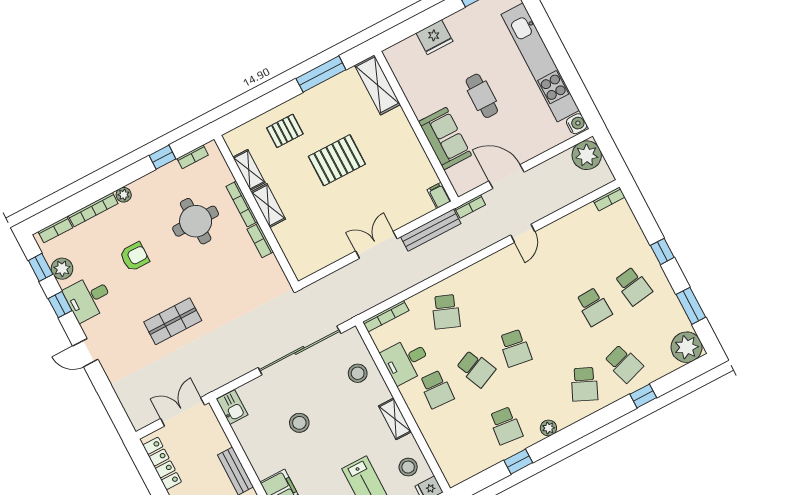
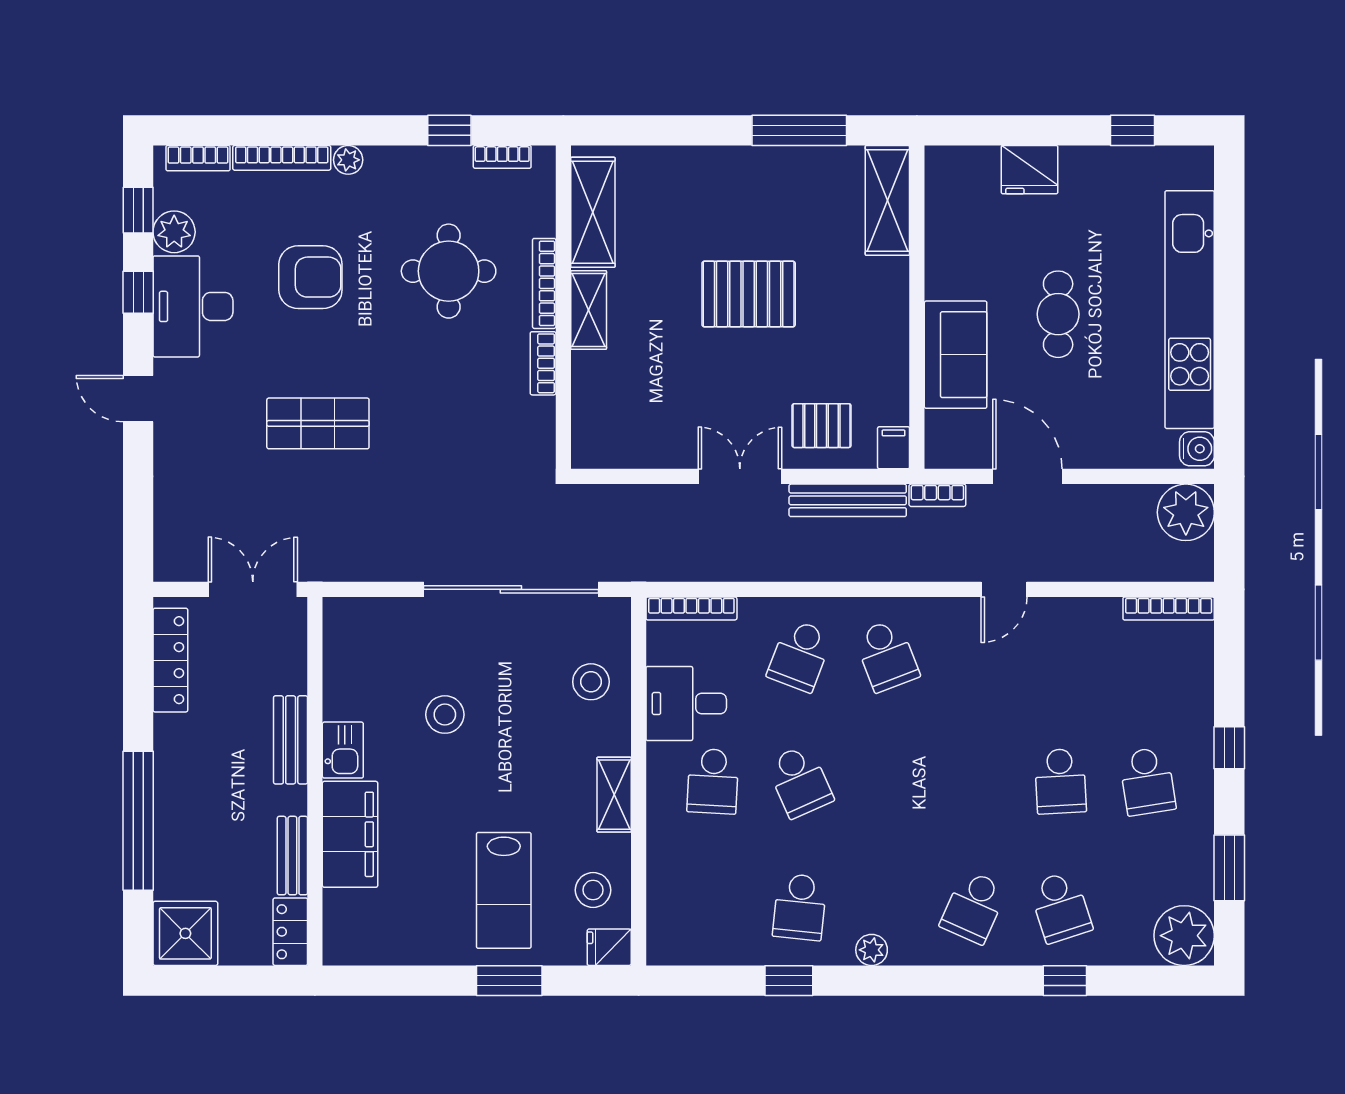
pallet: (285, 131) -> (822, 426), moved
shelving: (249, 170) -> (593, 212), width x1.50, depth x1.33
bookcase: (609, 199) -> (1169, 609), width x1.56
armchair: (134, 257) -> (310, 277), width x1.38, depth x1.38
desk: (88, 298) -> (193, 306), width x1.37
school desk: (515, 348) -> (887, 655), moved, turned -30
kitchen sink: (232, 407) -> (343, 750), moved

